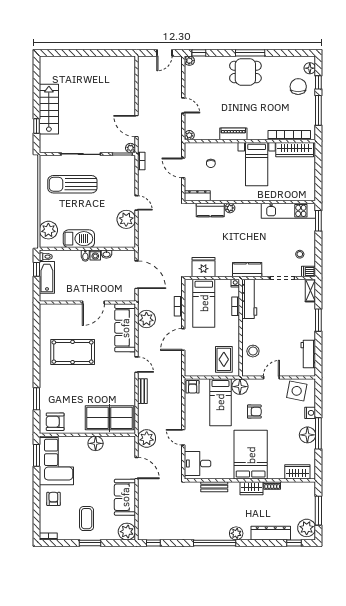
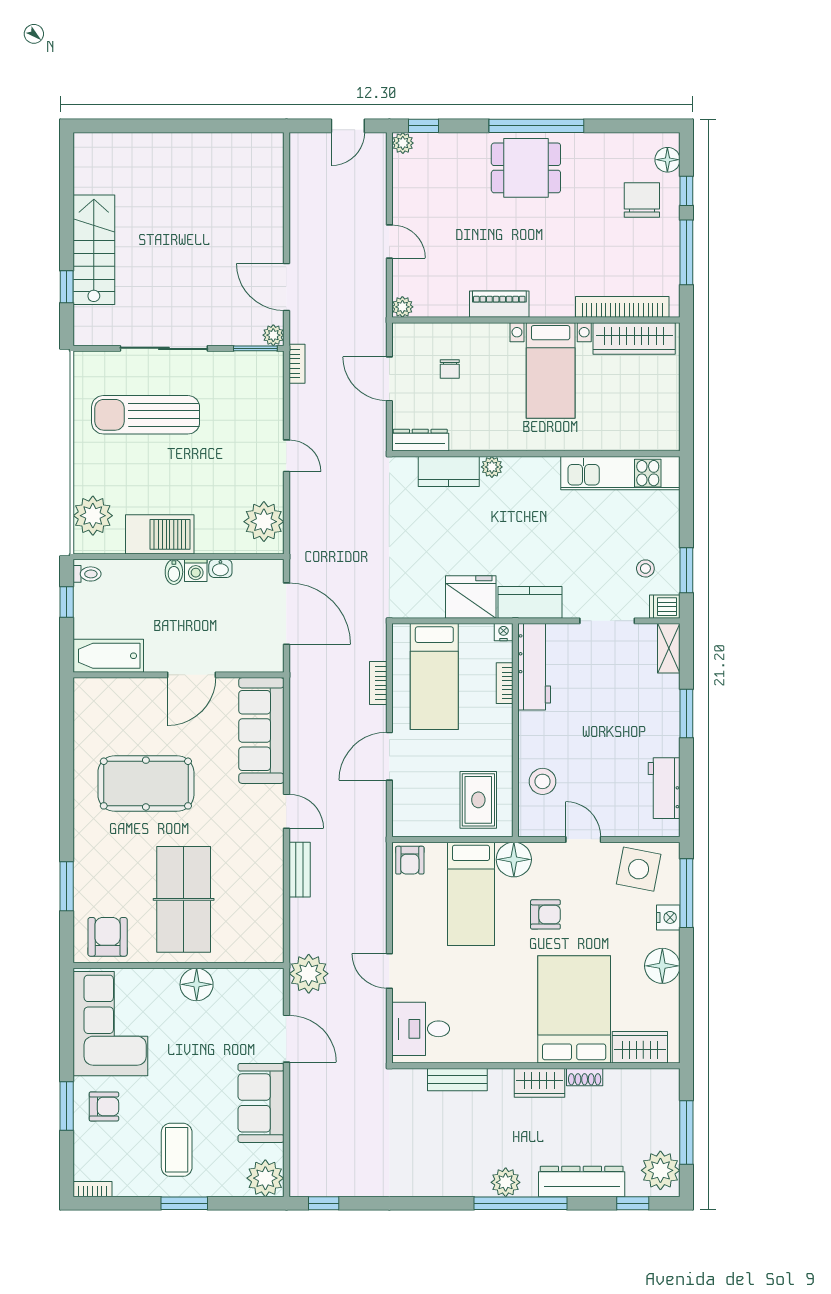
window: (250, 53) -> (536, 126), width x1.46
plant: (126, 219) -> (264, 522), moved
window: (318, 221) -> (686, 570), moved
fridge: (204, 267) -> (471, 597), moved
bathtub: (47, 277) -> (108, 656), moved, turned -90
plant: (146, 319) -> (308, 711), removed
door: (271, 377) -> (583, 839), hinge flipped
table tennis table: (110, 418) -> (184, 899), moved, turned 90
armchair: (55, 422) -> (108, 937), turned 90
window: (318, 433) -> (686, 893), moved
window: (37, 455) -> (67, 1106), moved
bed: (251, 455) -> (574, 1009), moved
armchair: (53, 499) -> (104, 1106), turned 90
window: (215, 543) -> (521, 1203), moved

